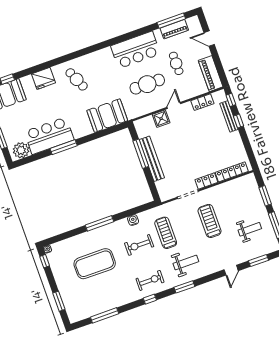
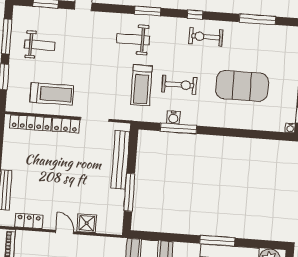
door: (174, 106) -> (65, 232), swing flipped
bench: (152, 159) -> (120, 160), moved
treadmill: (210, 221) -> (52, 94), moved, turned -90
window: (99, 223) -> (178, 128), moved
weight bench: (250, 229) -> (40, 45), turned 180
exercise bike: (150, 280) -> (206, 37), moved

